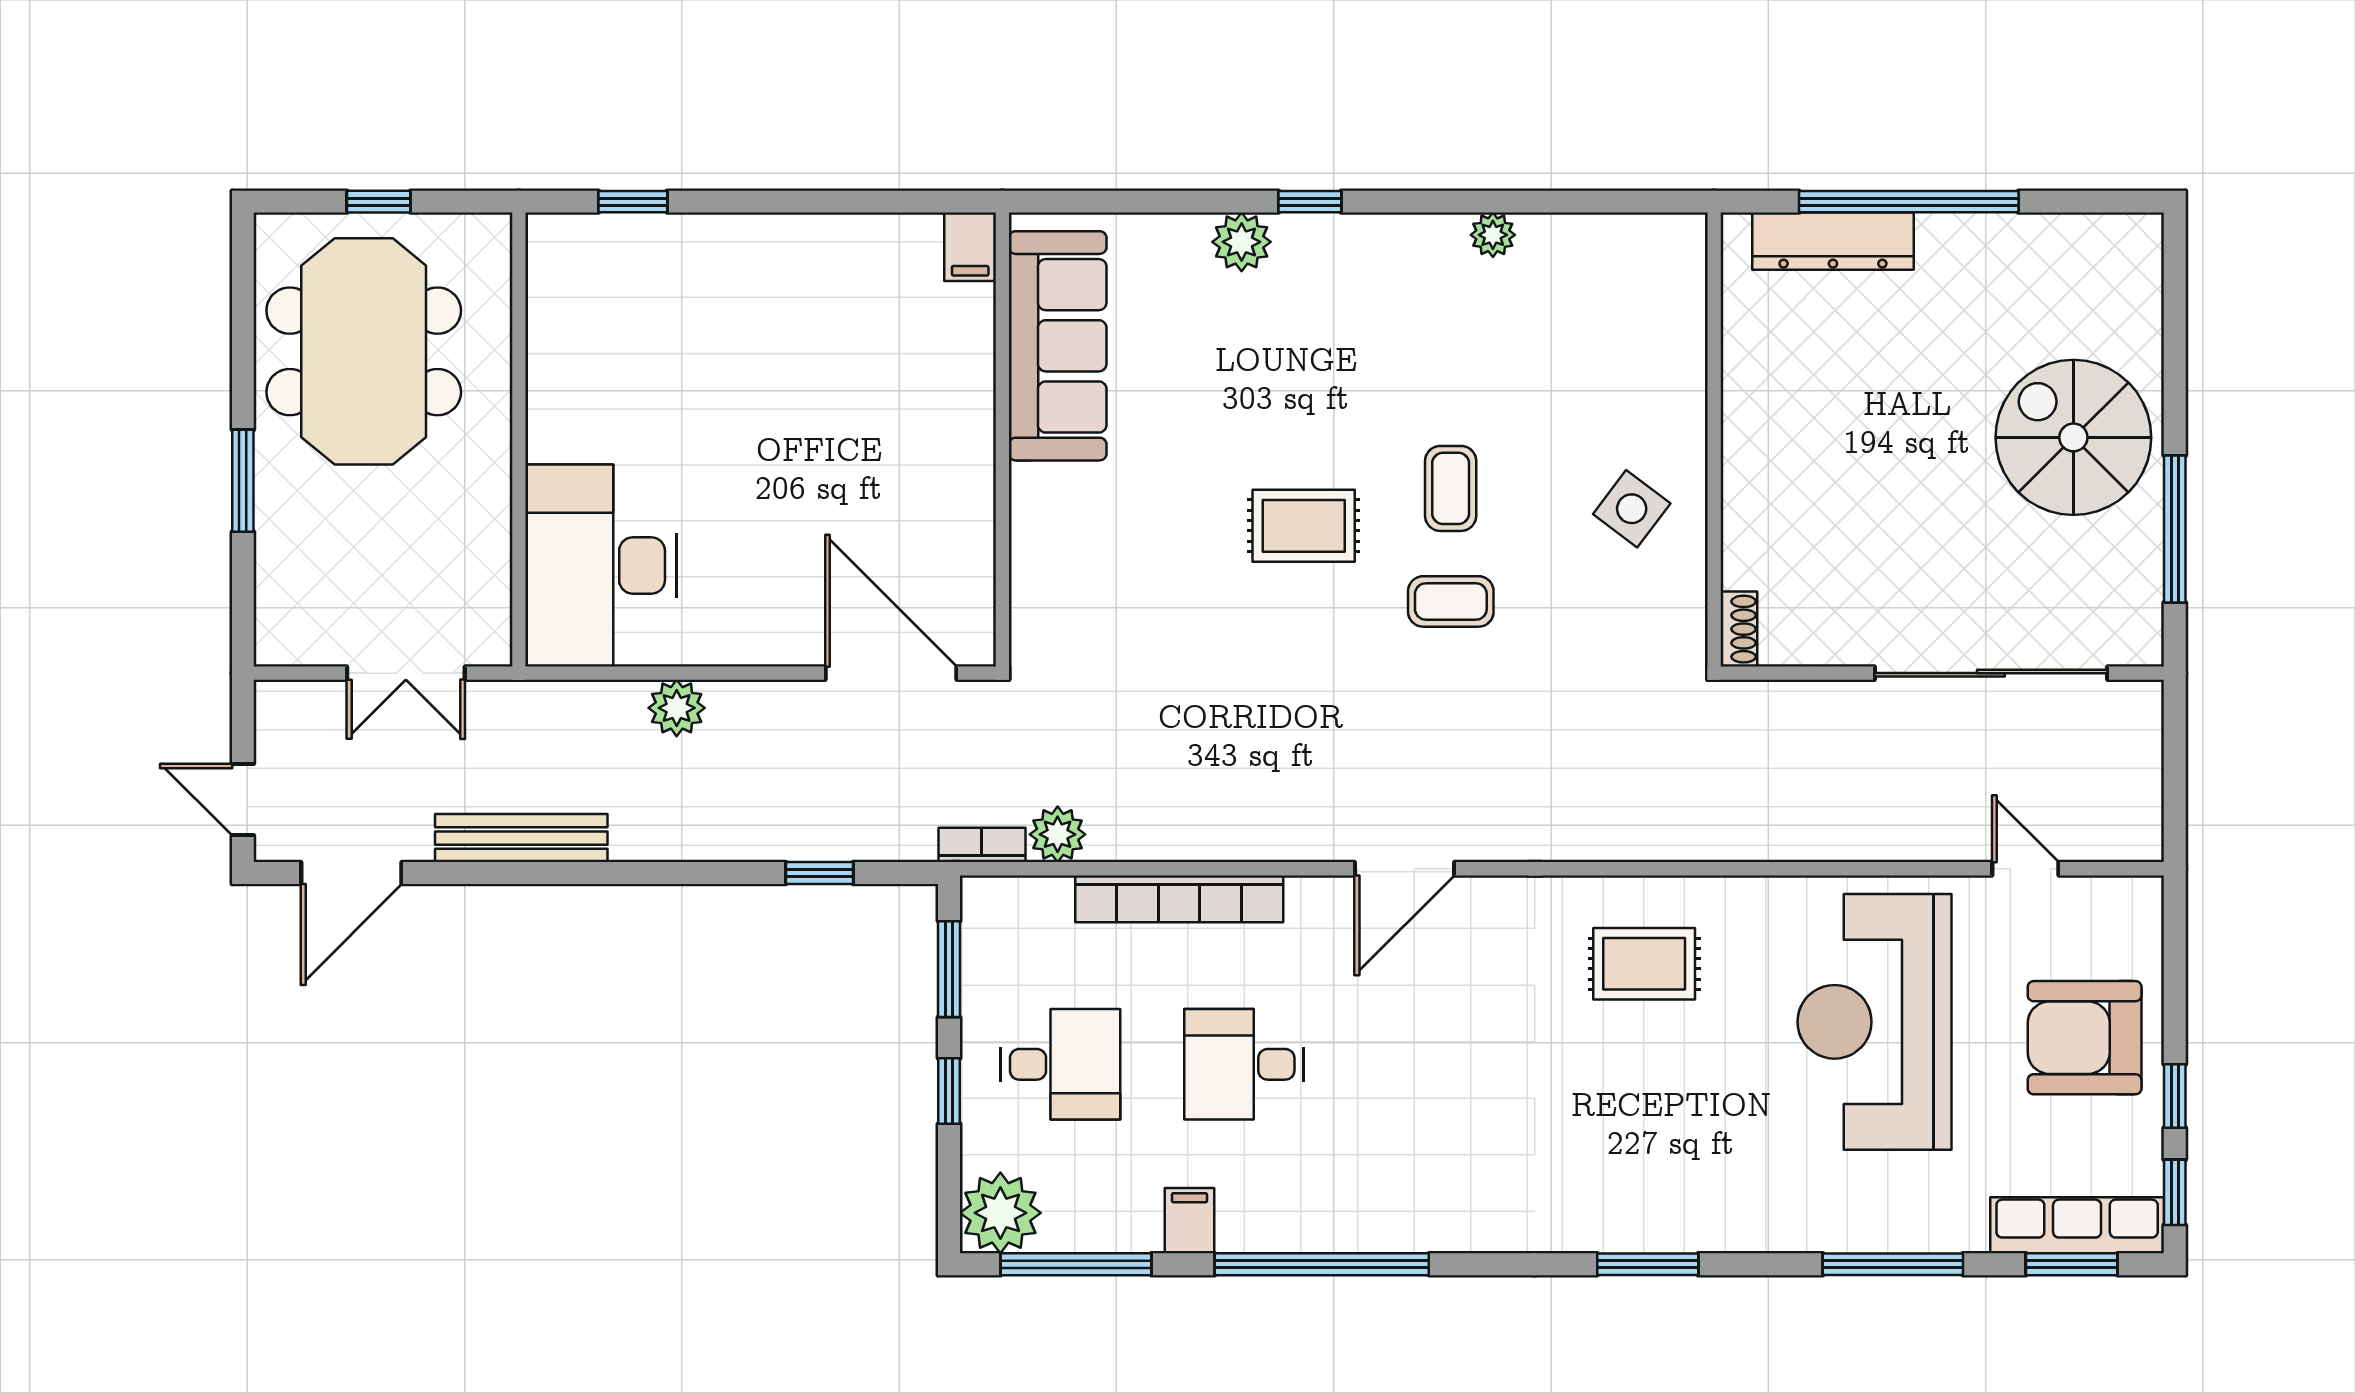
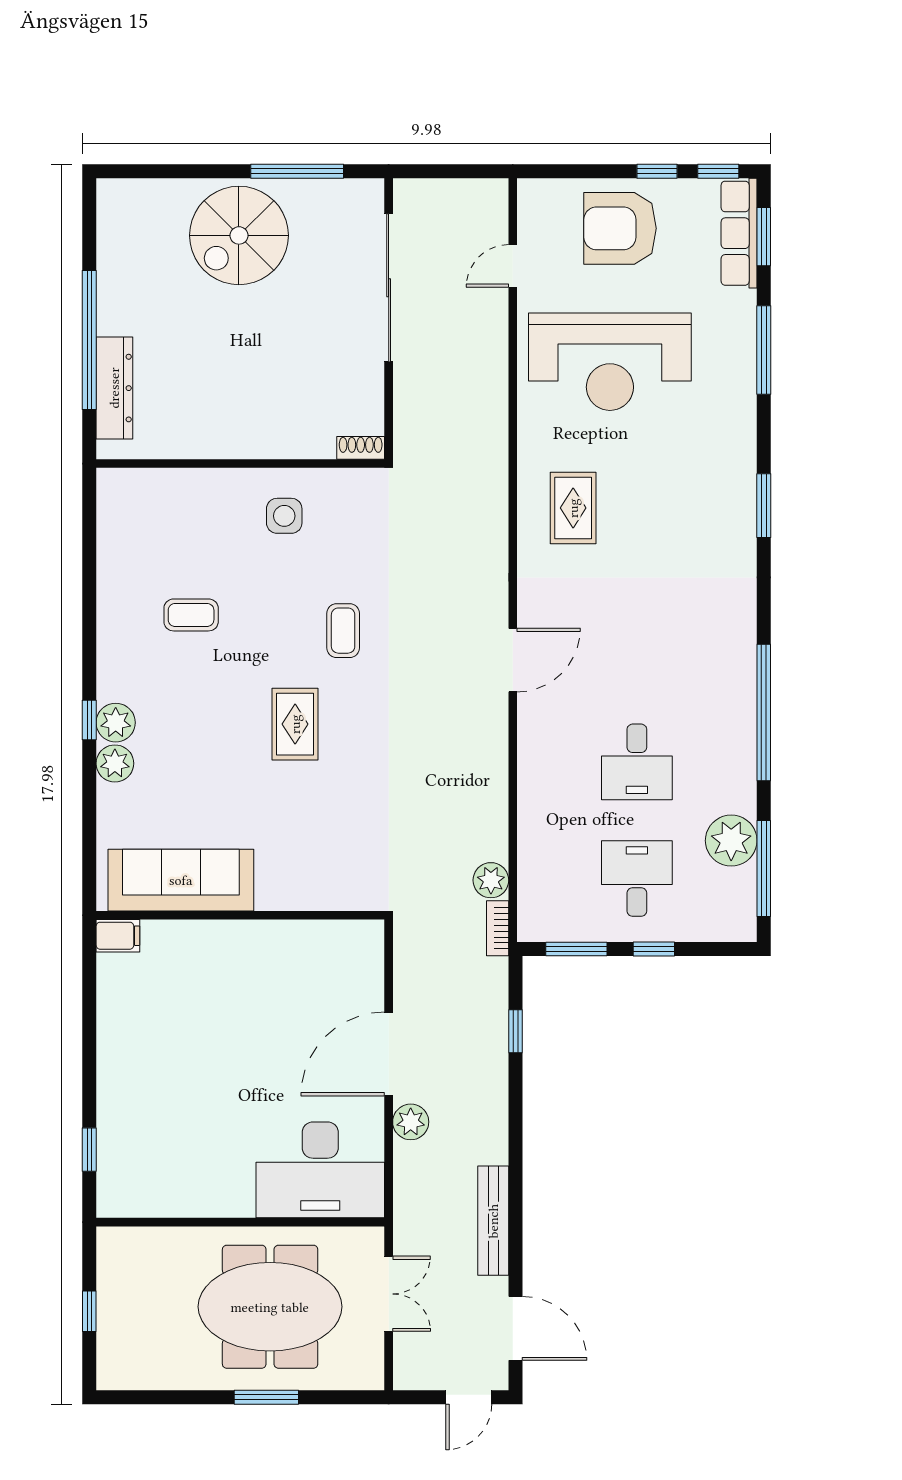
plant: (1493, 235) -> (116, 723), moved, width x1.38, depth x1.38
meeting table: (364, 351) -> (270, 1307), moved
coffee table: (1451, 488) -> (191, 615), moved
side table: (1632, 509) -> (284, 516), turned -37
door: (891, 673) -> (389, 1054), moved
door: (1404, 869) -> (513, 660), hinge flipped
bookcase: (1179, 899) -> (532, 803), removed
armchair: (2085, 1038) -> (620, 228), turned 90
plant: (1000, 1213) -> (731, 841), moved
filing cabinet: (1189, 1221) -> (736, 797), removed

